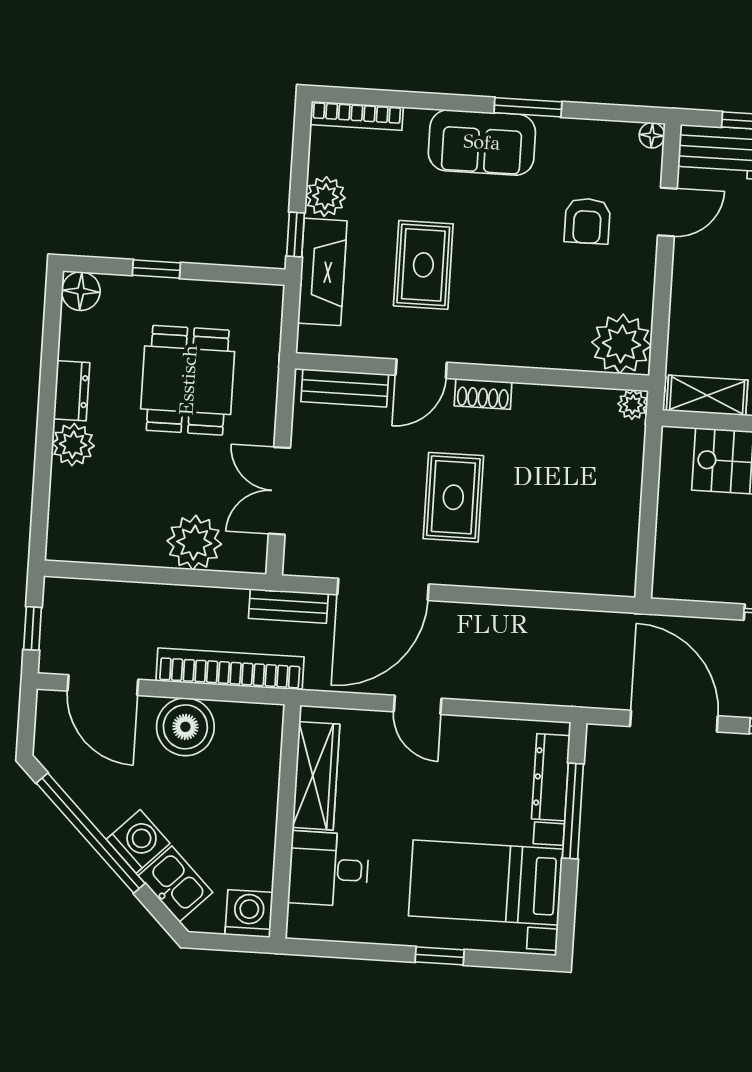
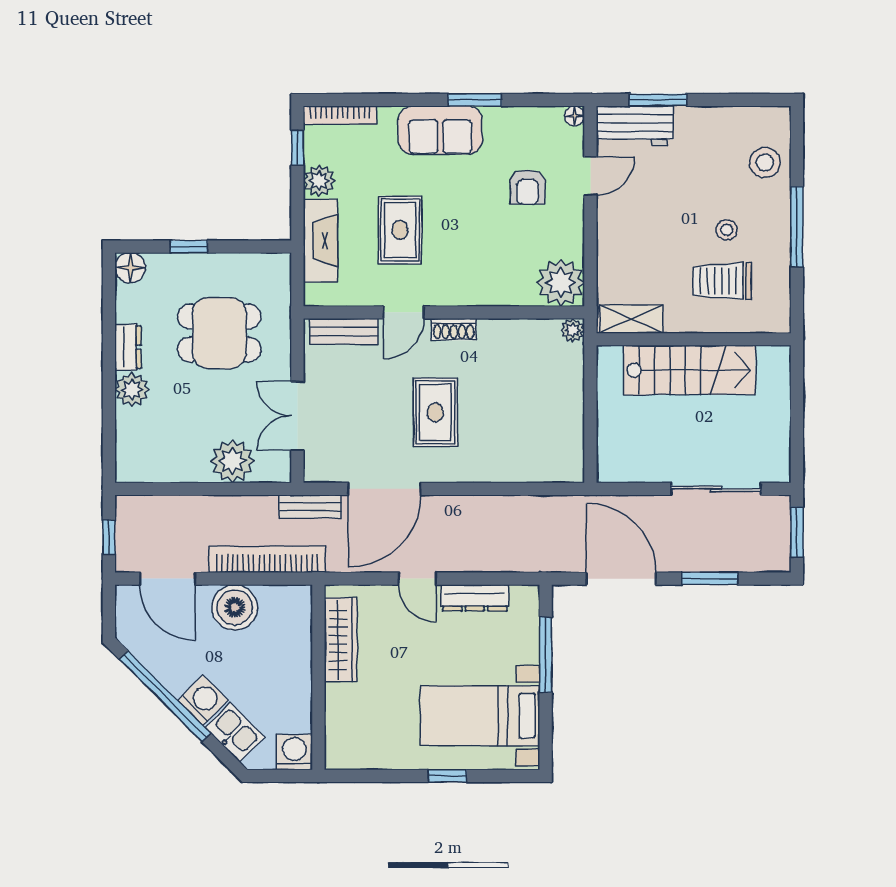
window: (296, 235) -> (297, 148), moved
dining table: (188, 380) -> (219, 333), turned 90
dresser: (551, 777) -> (475, 598), moved, turned -90
desk: (329, 869) -> (355, 713), removed

